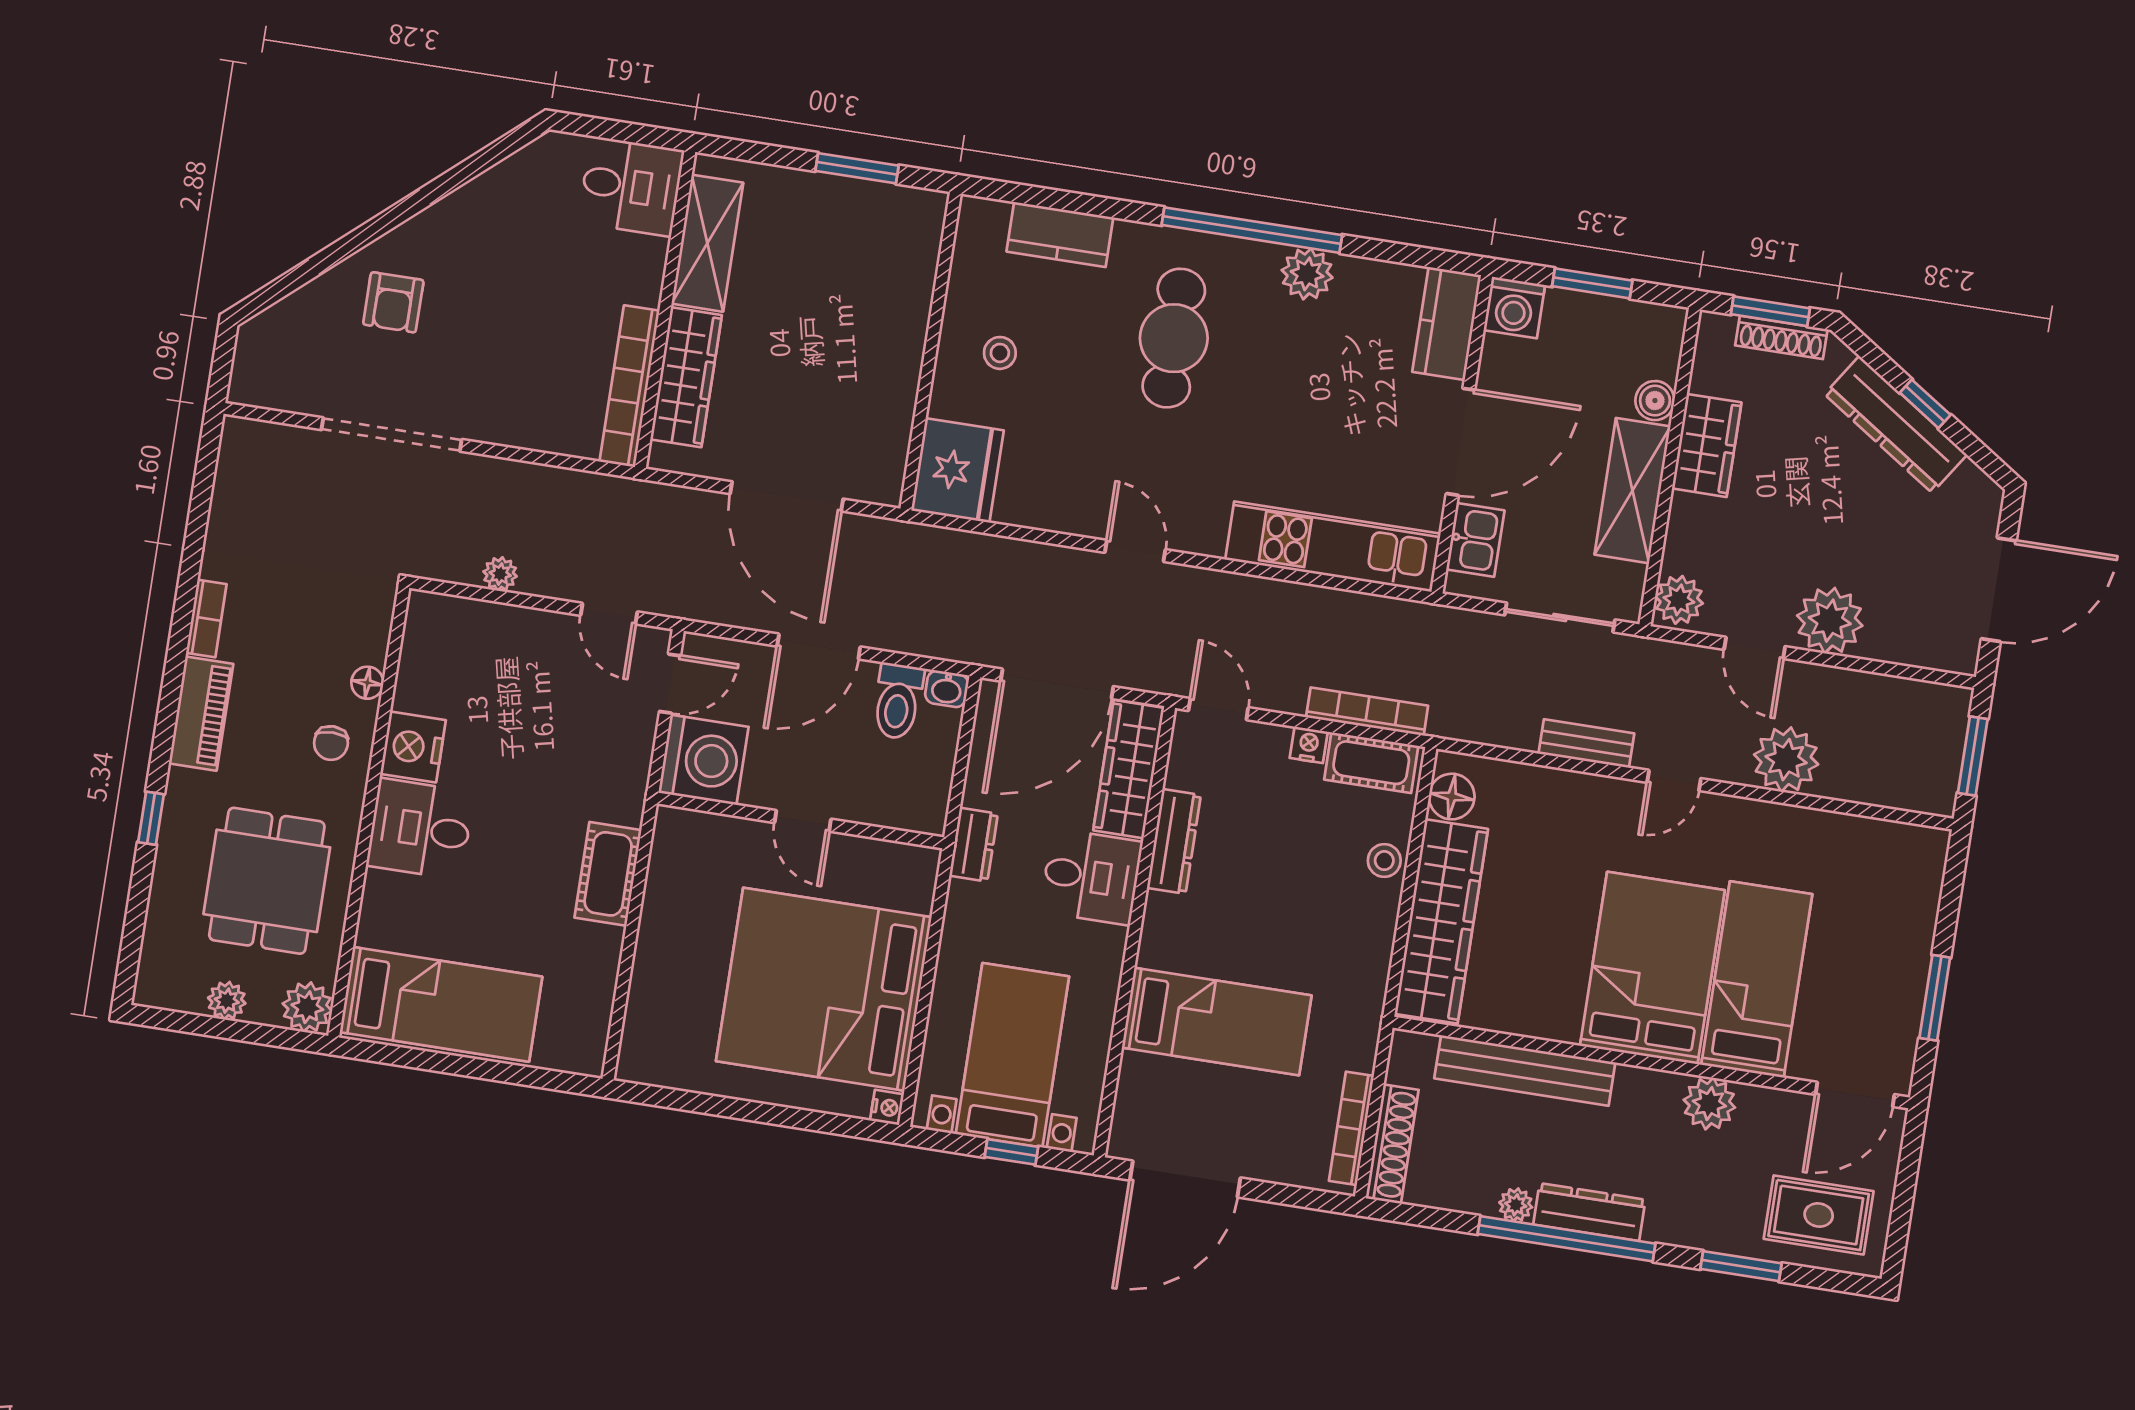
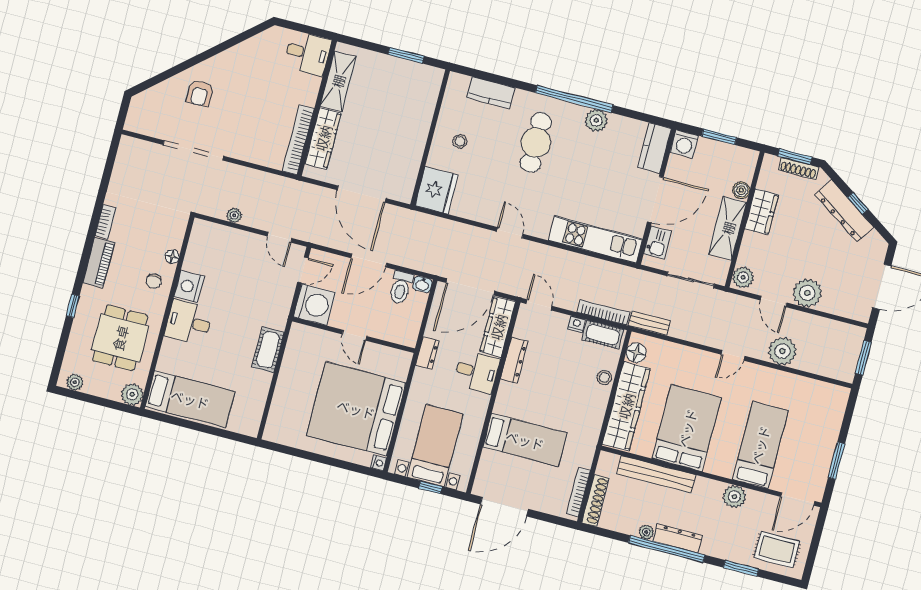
bench: (1586, 744) -> (649, 323), moved
bed: (1652, 968) -> (687, 428), moved
plant: (227, 1001) -> (75, 382), moved

